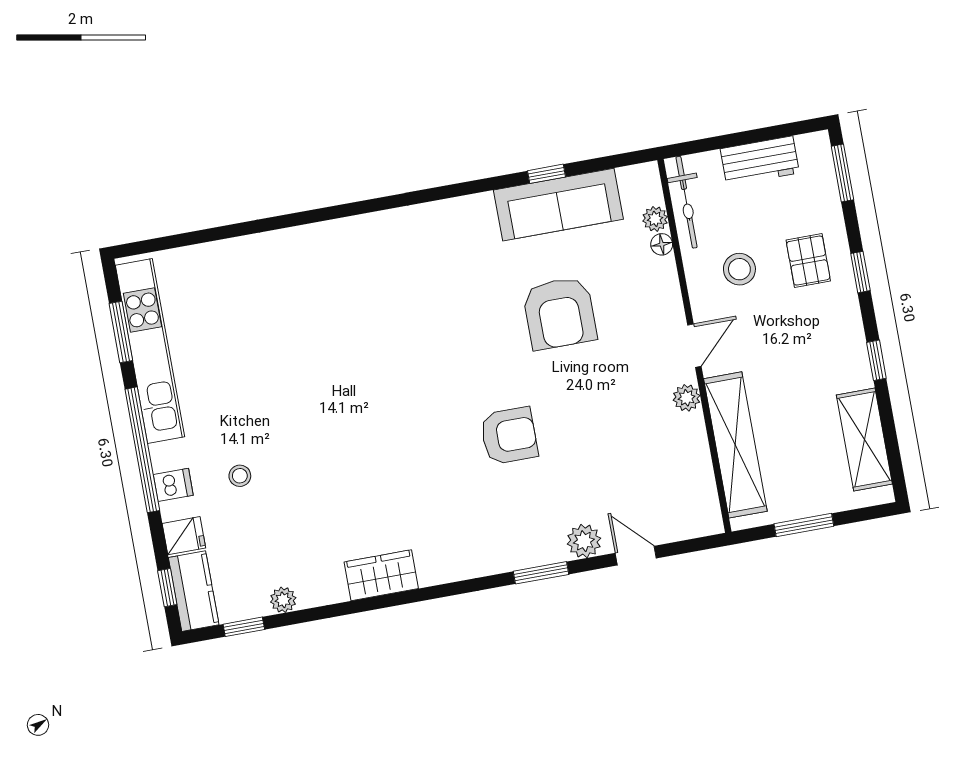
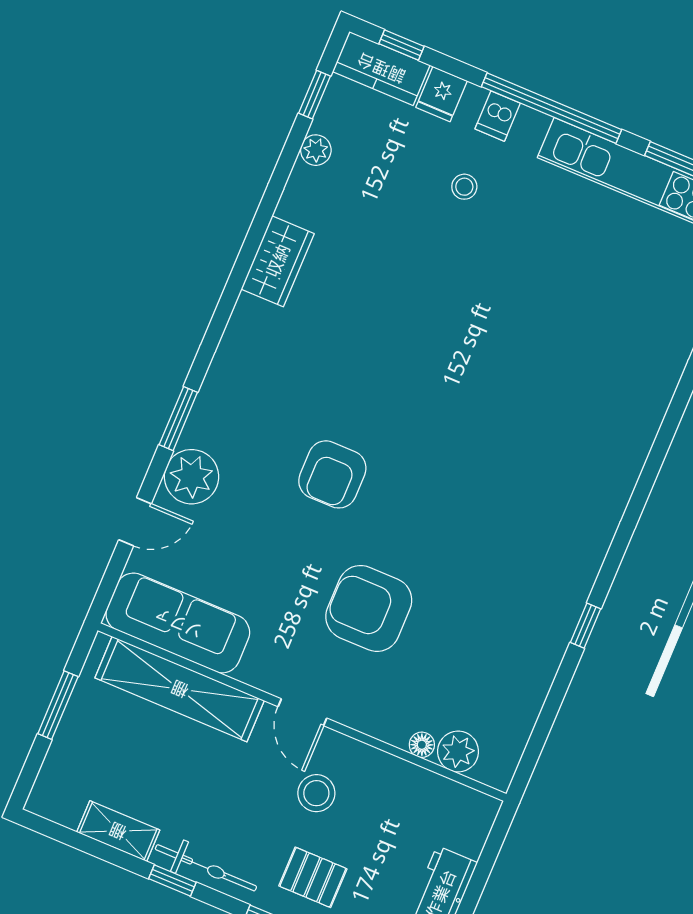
window: (546, 174) -> (585, 626), moved
bicycle: (687, 202) -> (206, 868), moved, turned 180
sofa: (558, 205) -> (178, 623), moved, turned 90
plant: (655, 219) -> (458, 752), width x1.38, depth x1.38
stool: (739, 269) -> (316, 793), moved
armchair: (560, 313) -> (369, 608), moved
plant: (687, 398) -> (256, 672), removed
shelving: (864, 439) -> (118, 831), width x0.67, depth x0.75
plant: (584, 541) -> (192, 477), width x1.36, depth x1.36

